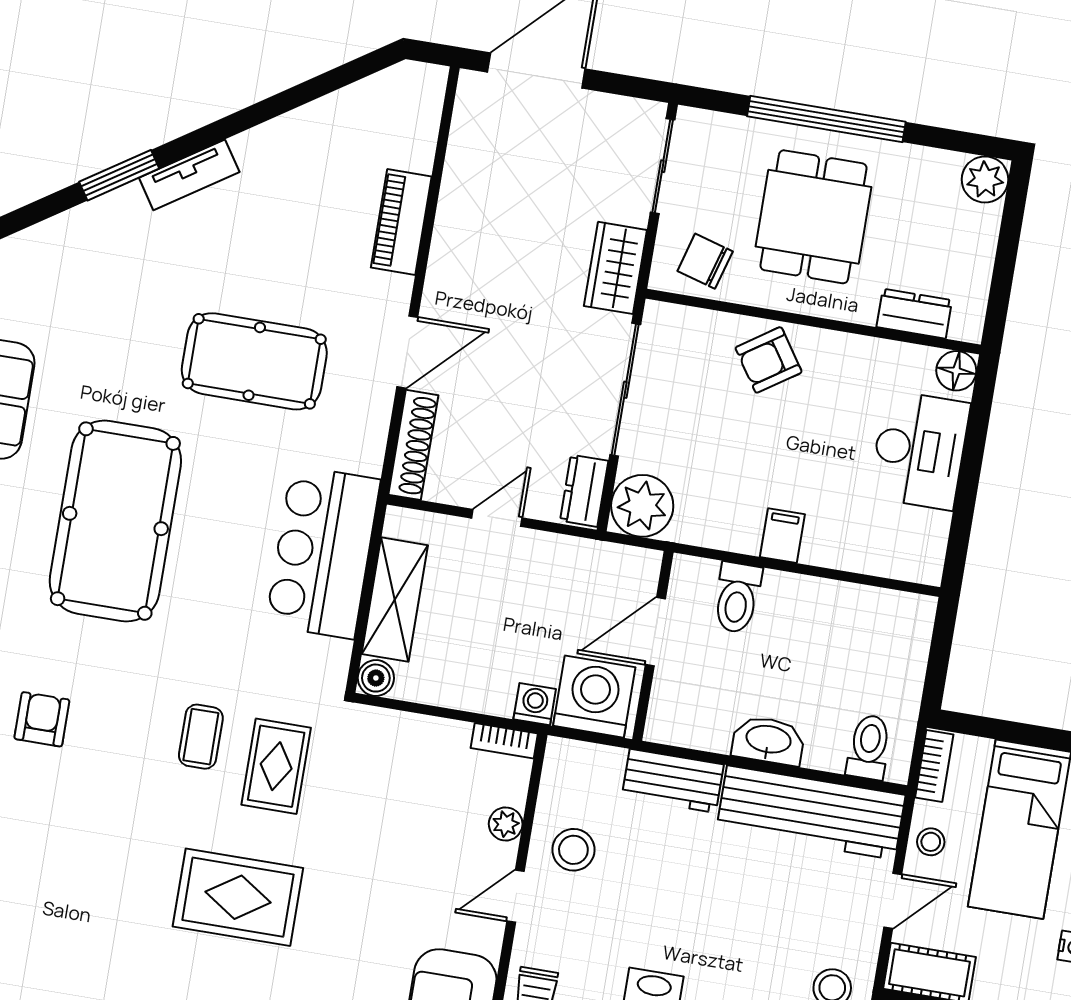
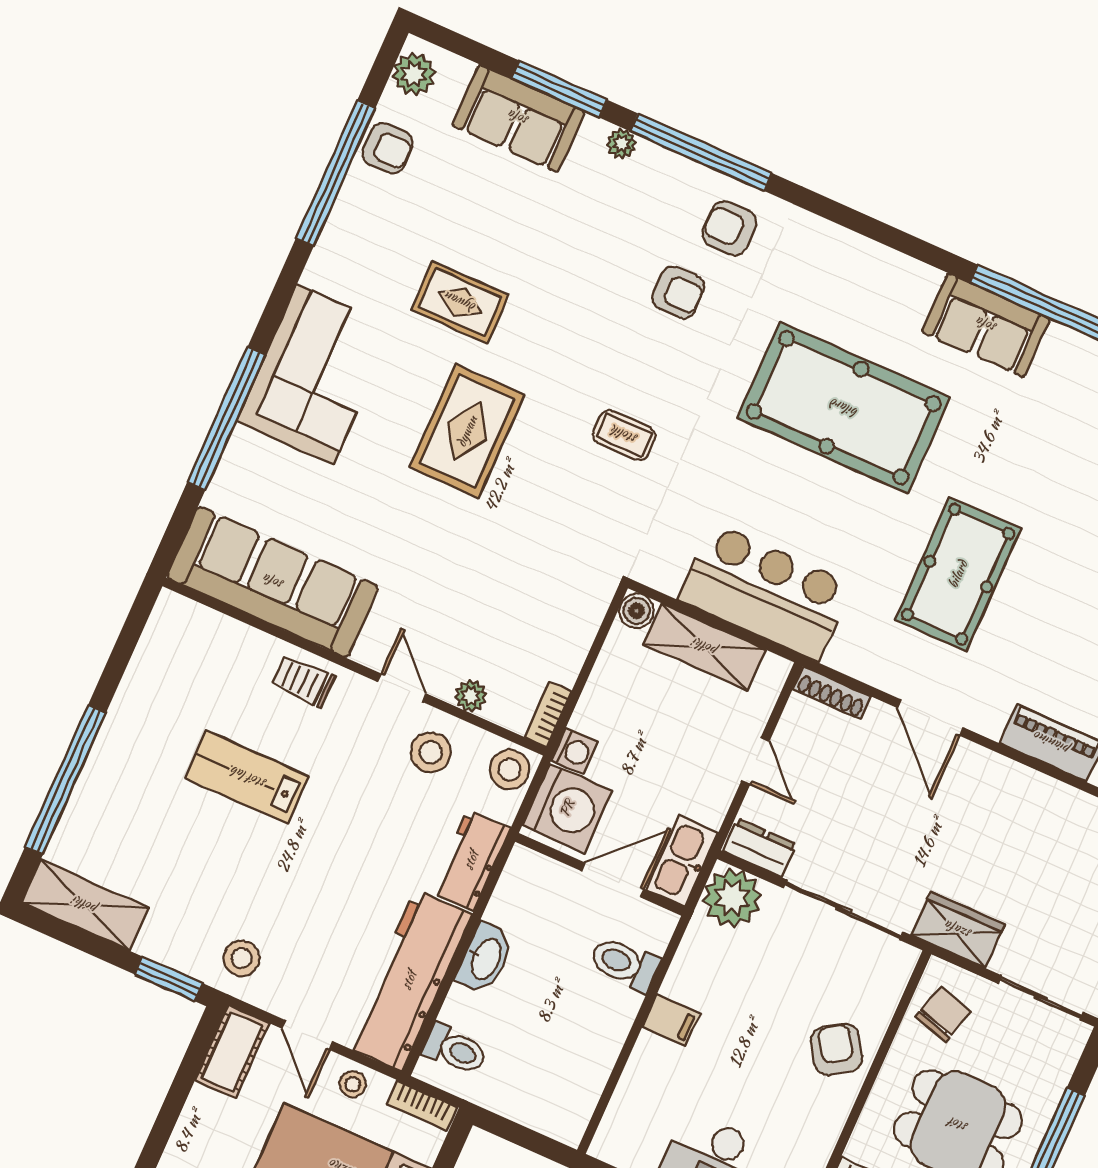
shoe rack: (413, 445) -> (832, 693), width x0.74, depth x0.81
kitchen sink: (618, 566) -> (682, 861), added
door: (655, 632) -> (613, 880), hinge flipped
stool: (570, 765) -> (510, 770), added
rug: (276, 766) -> (460, 302), moved

